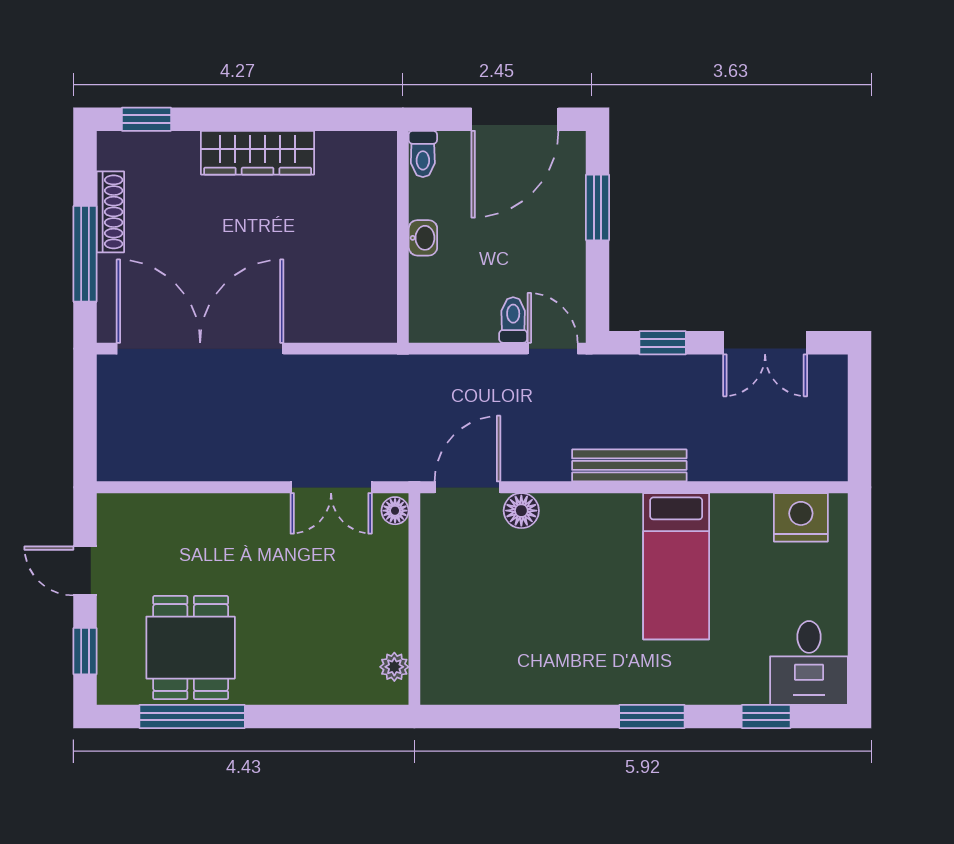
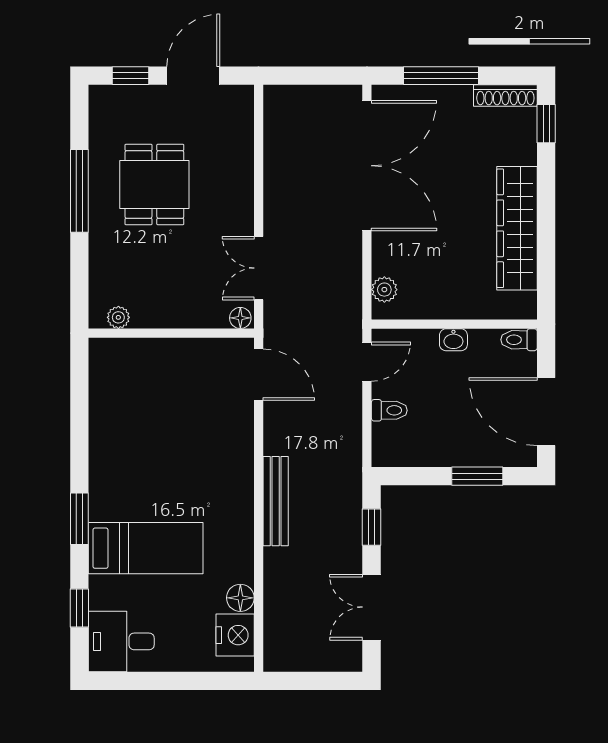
wardrobe: (258, 153) -> (517, 228), width x1.40, depth x1.17
shoe rack: (110, 212) -> (505, 96), moved
plant: (359, 326) -> (384, 290), added
door: (553, 349) -> (367, 362), moved
floor lamp: (521, 511) -> (240, 598), moved
bed: (676, 566) -> (146, 548), moved, turned 180
door: (85, 571) -> (193, 76), width x1.38
dining table: (191, 648) -> (154, 184), moved, turned 90
window: (192, 717) -> (79, 191), moved

